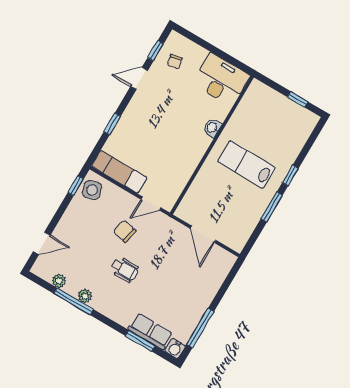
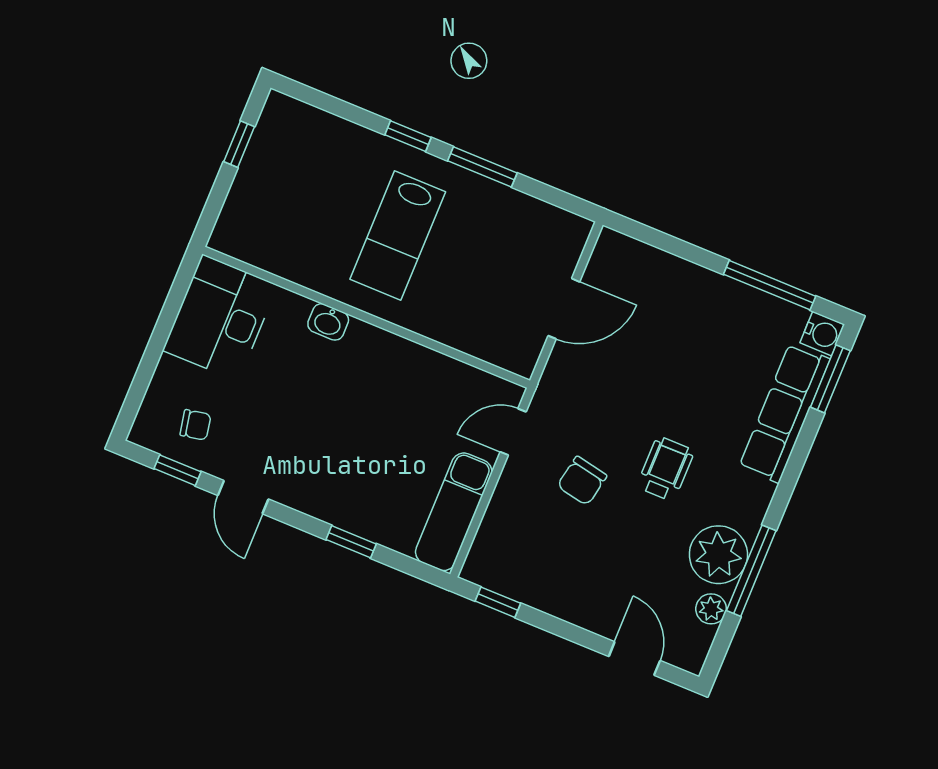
side table: (92, 190) -> (502, 565), removed
door: (151, 204) -> (513, 432), swing flipped
plant: (85, 296) -> (718, 555), width x1.88, depth x1.88
row of seats: (150, 331) -> (785, 413), width x1.48
window: (140, 341) -> (830, 379), moved

